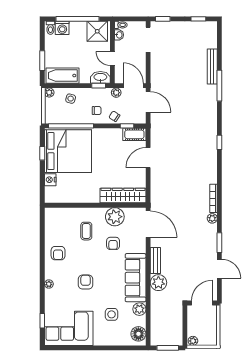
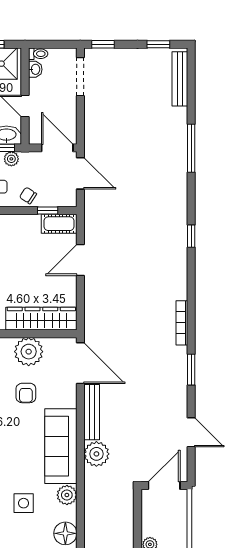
bench: (212, 67) -> (180, 79), moved
plant: (116, 93) -> (11, 159), moved
plant: (212, 218) -> (180, 354), removed
window: (219, 243) -> (191, 370), moved
bench: (155, 261) -> (92, 412), width x1.36

